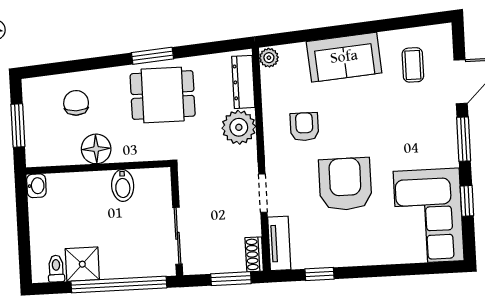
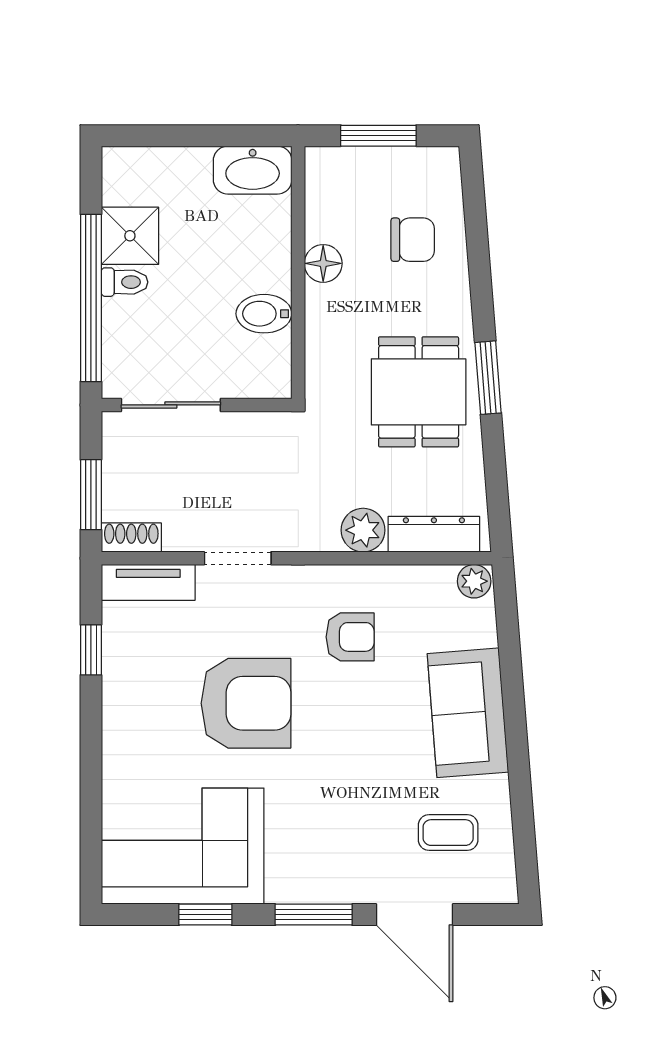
plant: (239, 127) -> (363, 530), width x0.73, depth x0.73
floor lamp: (96, 149) -> (323, 263), width x0.73, depth x0.73
washbasin: (36, 186) -> (253, 170), width x1.91, depth x1.45
toilet: (56, 269) -> (125, 282), moved

